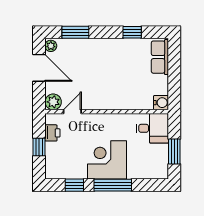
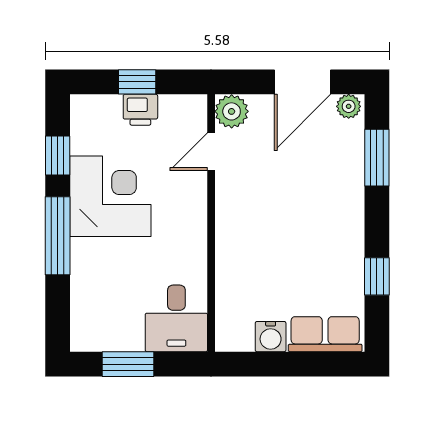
water cooler: (161, 103) -> (271, 337), moved
door: (72, 112) -> (211, 152), swing flipped
printer: (52, 133) -> (140, 110), moved
corner desk: (107, 160) -> (110, 196), moved

